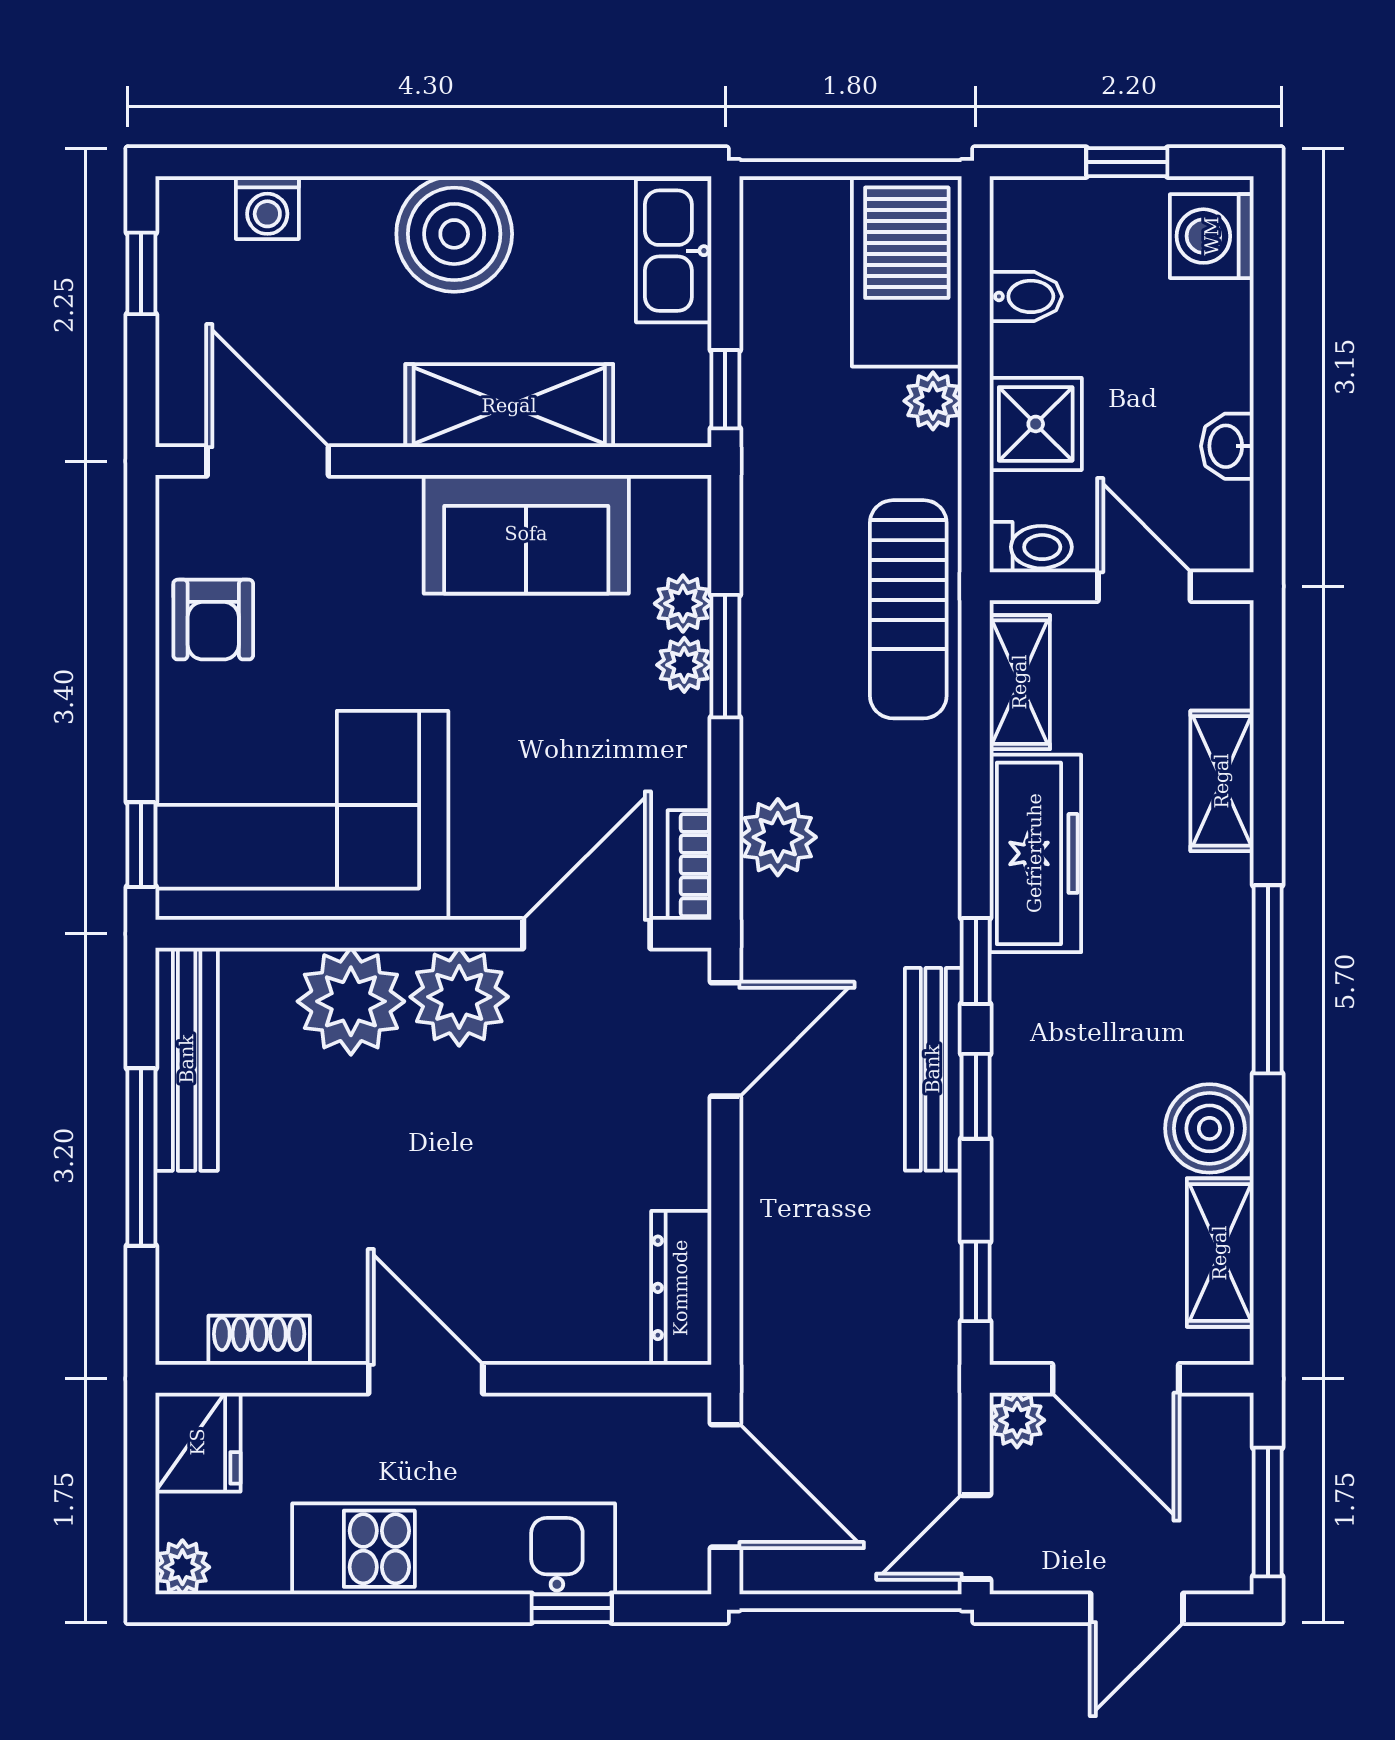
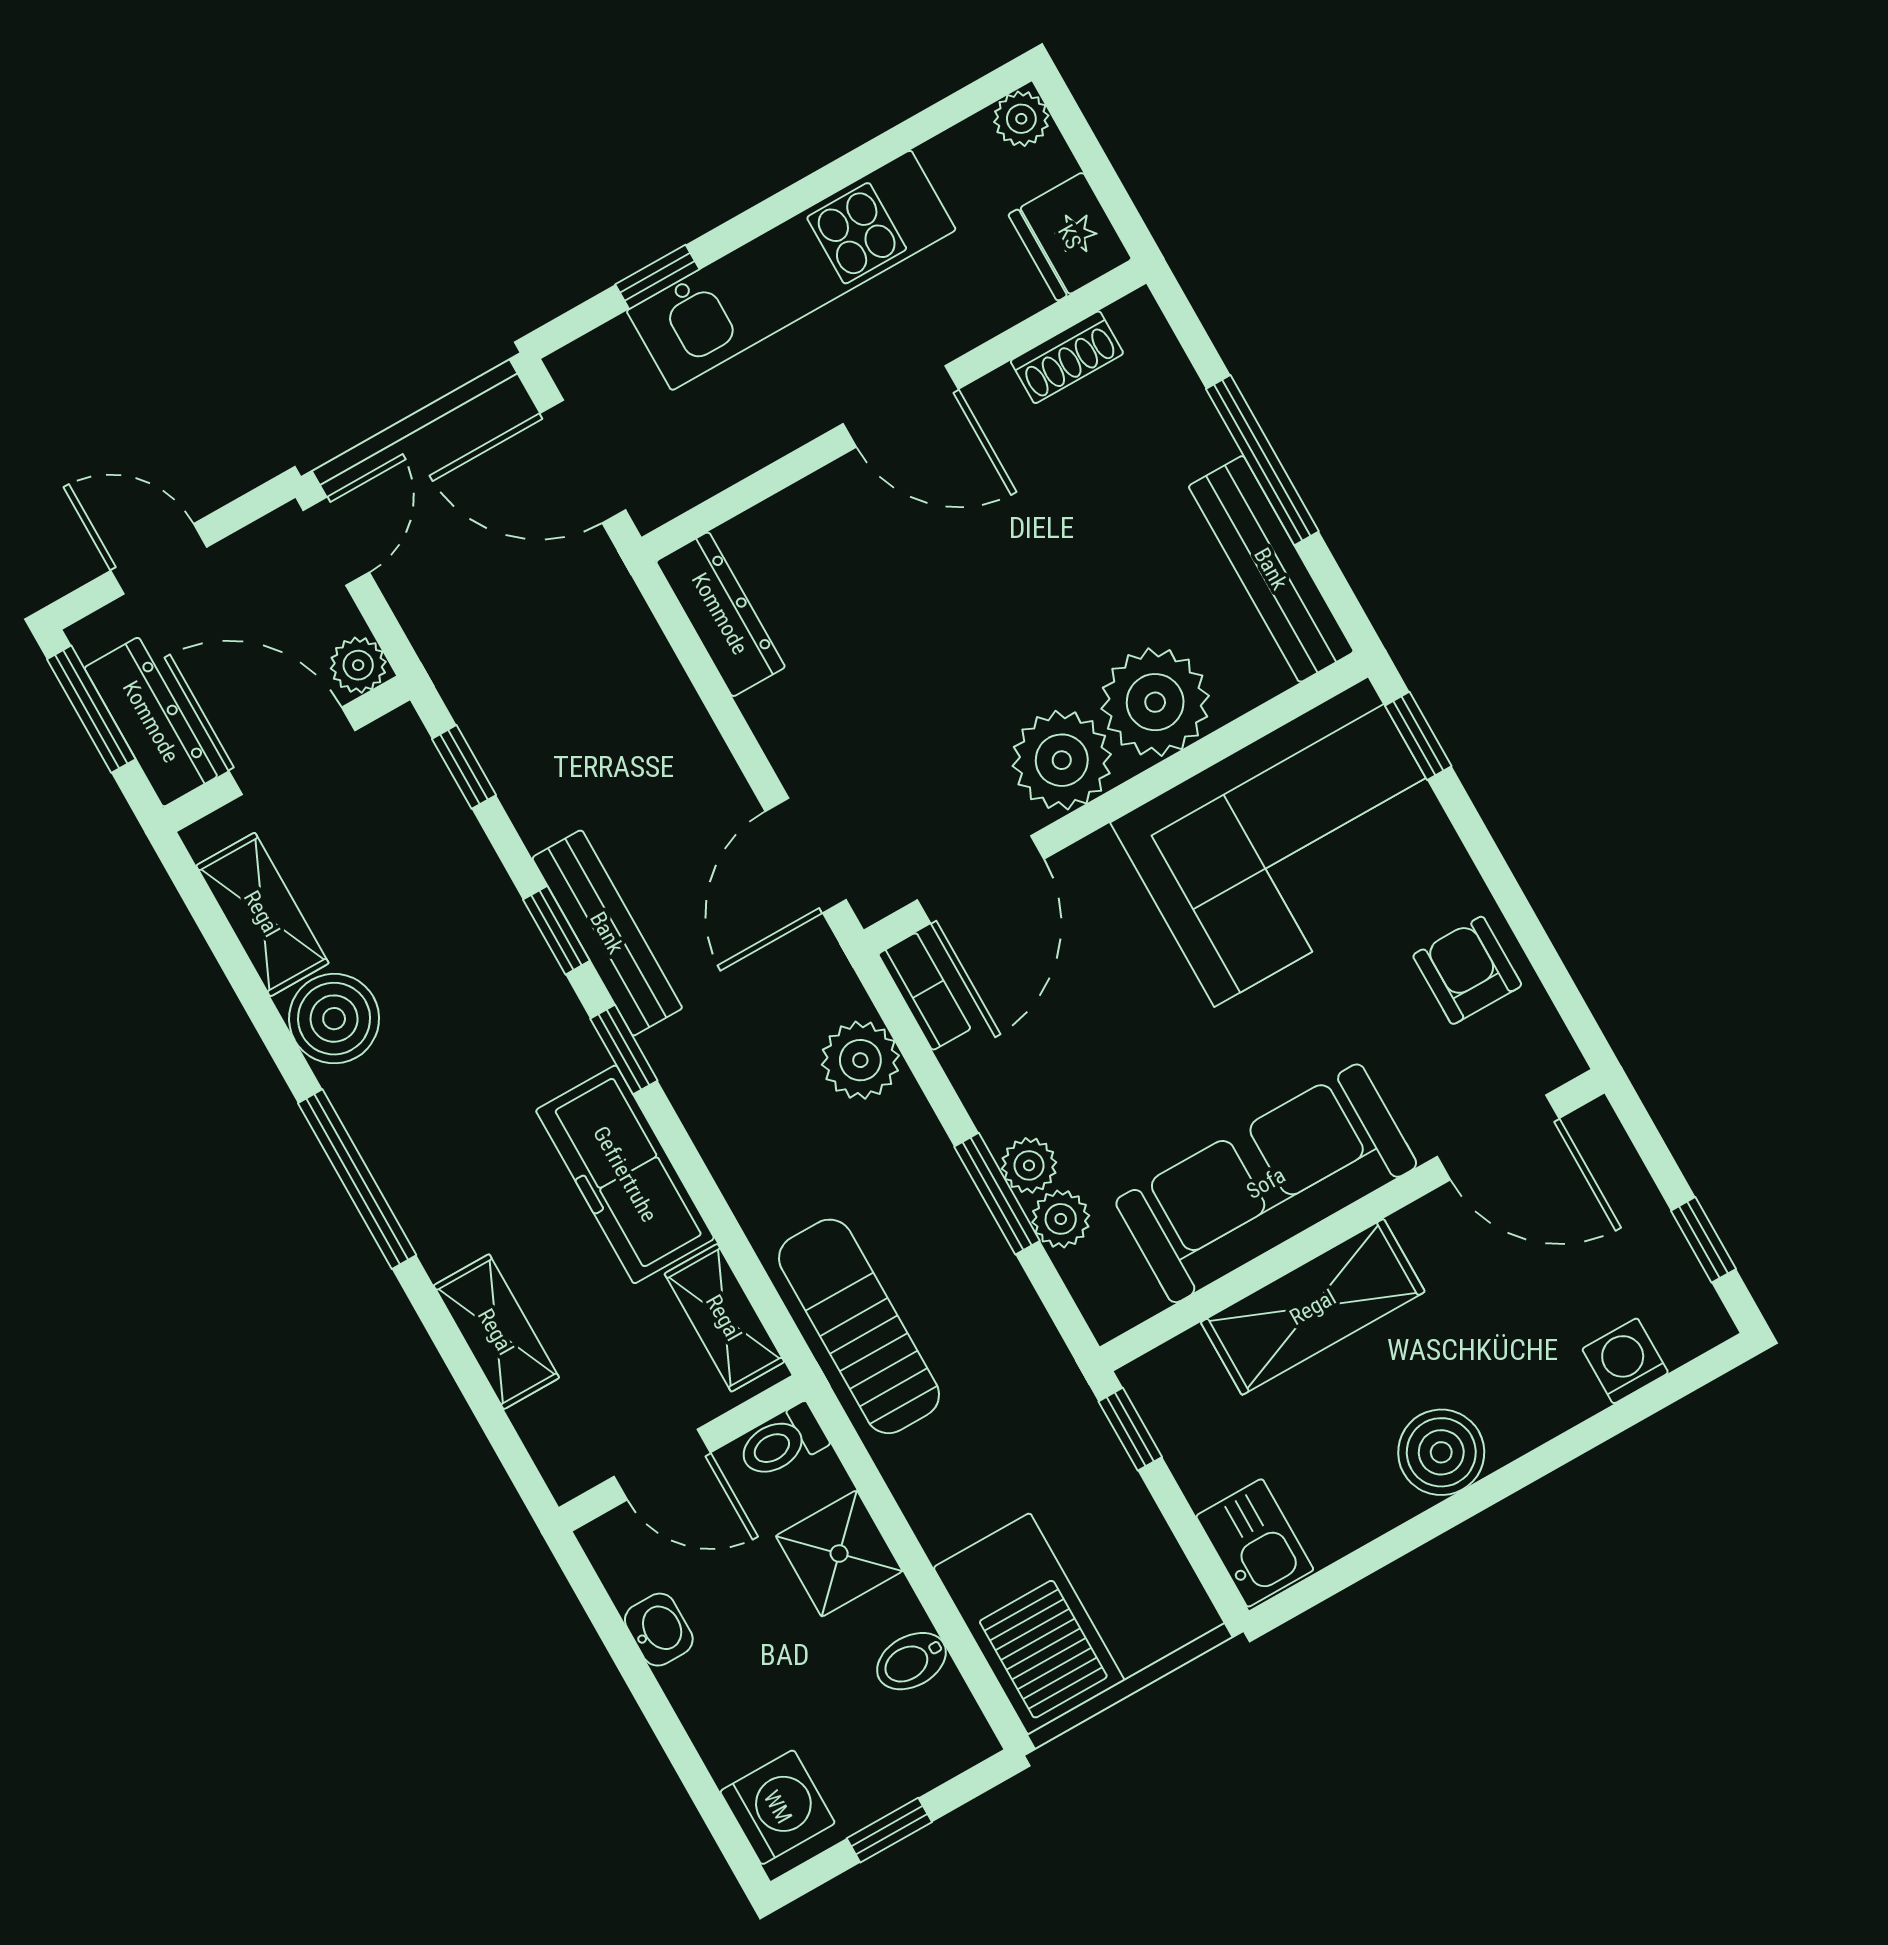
boiler: (454, 234) -> (1441, 1452), width x0.73, depth x0.73
kitchen sink: (674, 251) -> (1255, 1543), width x0.73
plant: (933, 401) -> (941, 1523), removed
sofa: (526, 534) -> (1266, 1183), width x1.36
dresser: (1223, 1472) -> (151, 722), added
door: (1137, 1608) -> (159, 559), hinge flipped

